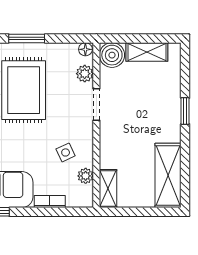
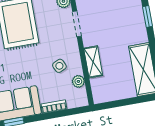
shelving: (108, 189) -> (93, 62), moved

